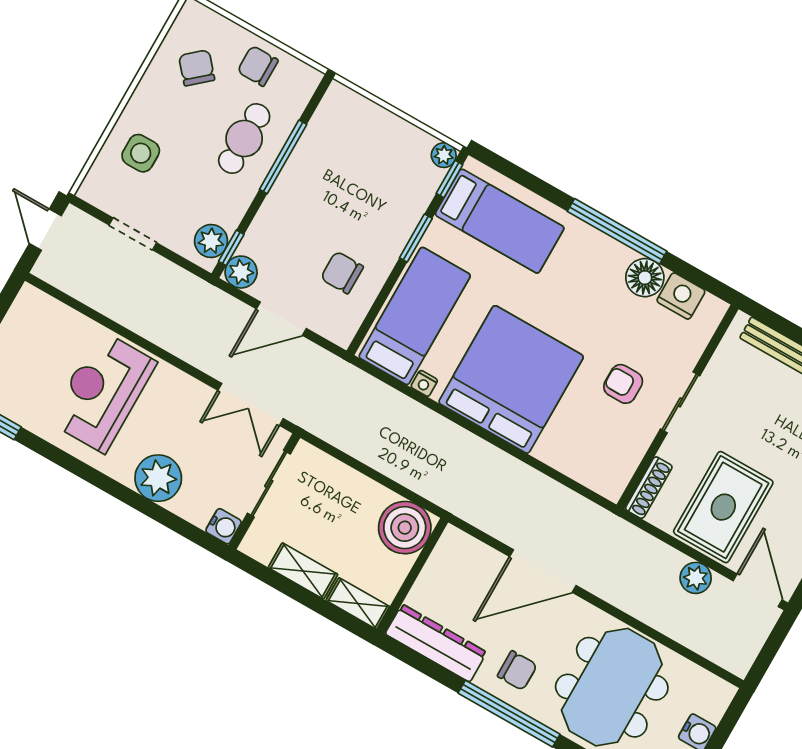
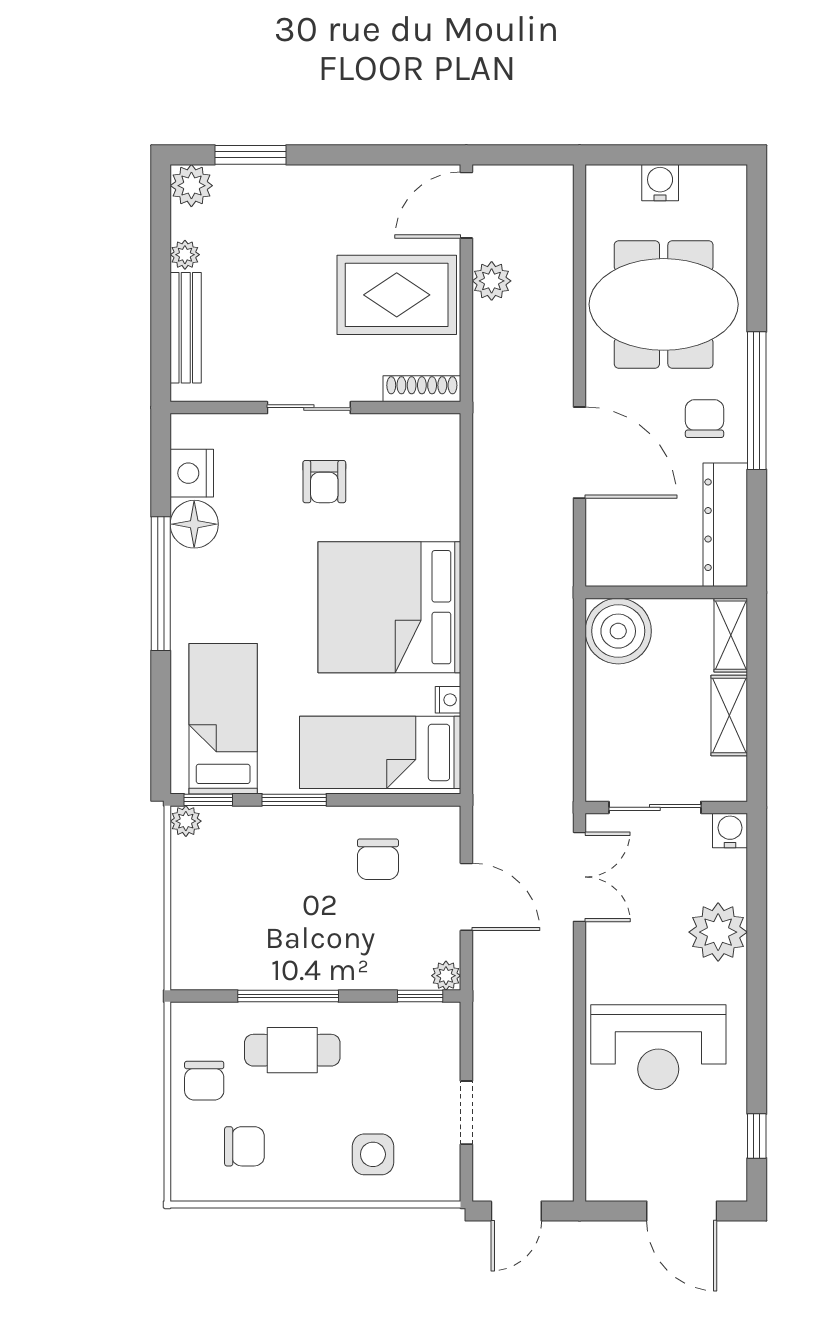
chair: (197, 68) -> (244, 1146), turned -139
plant: (211, 241) -> (425, 1022), removed
plant: (241, 272) -> (446, 976), width x0.73, depth x0.73

